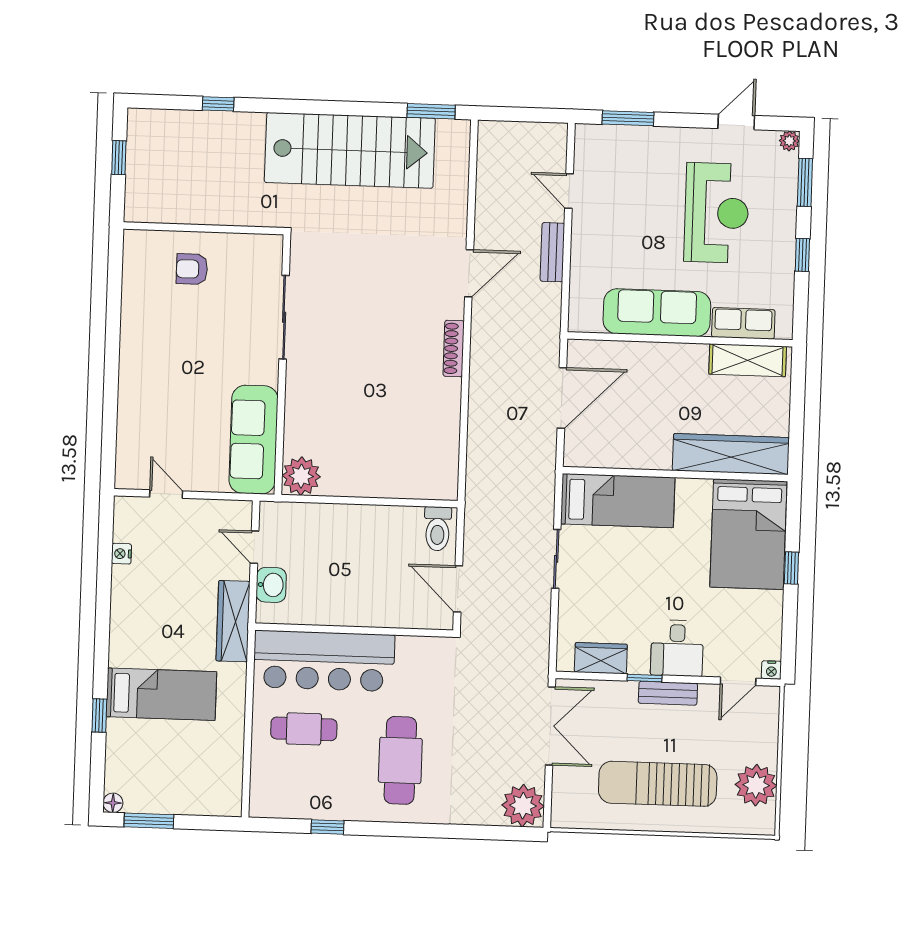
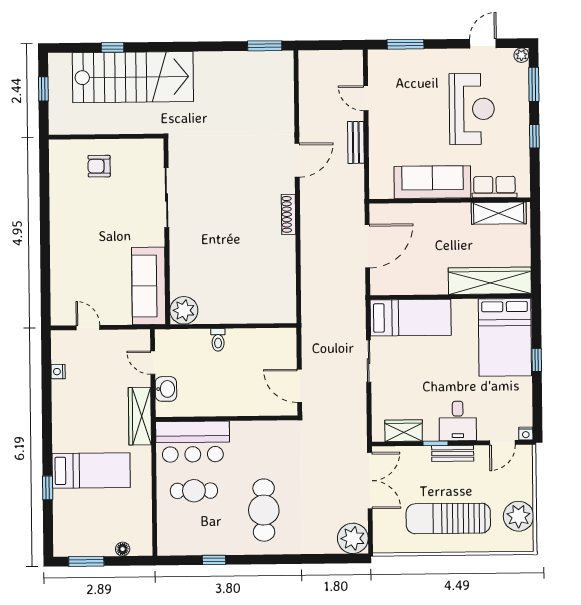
stairs: (350, 150) -> (133, 77), moved
toilet: (438, 529) -> (218, 340), moved, width x0.73, depth x0.72
bar counter: (324, 661) -> (193, 442), width x0.73
floor lamp: (113, 803) -> (123, 549), moved

